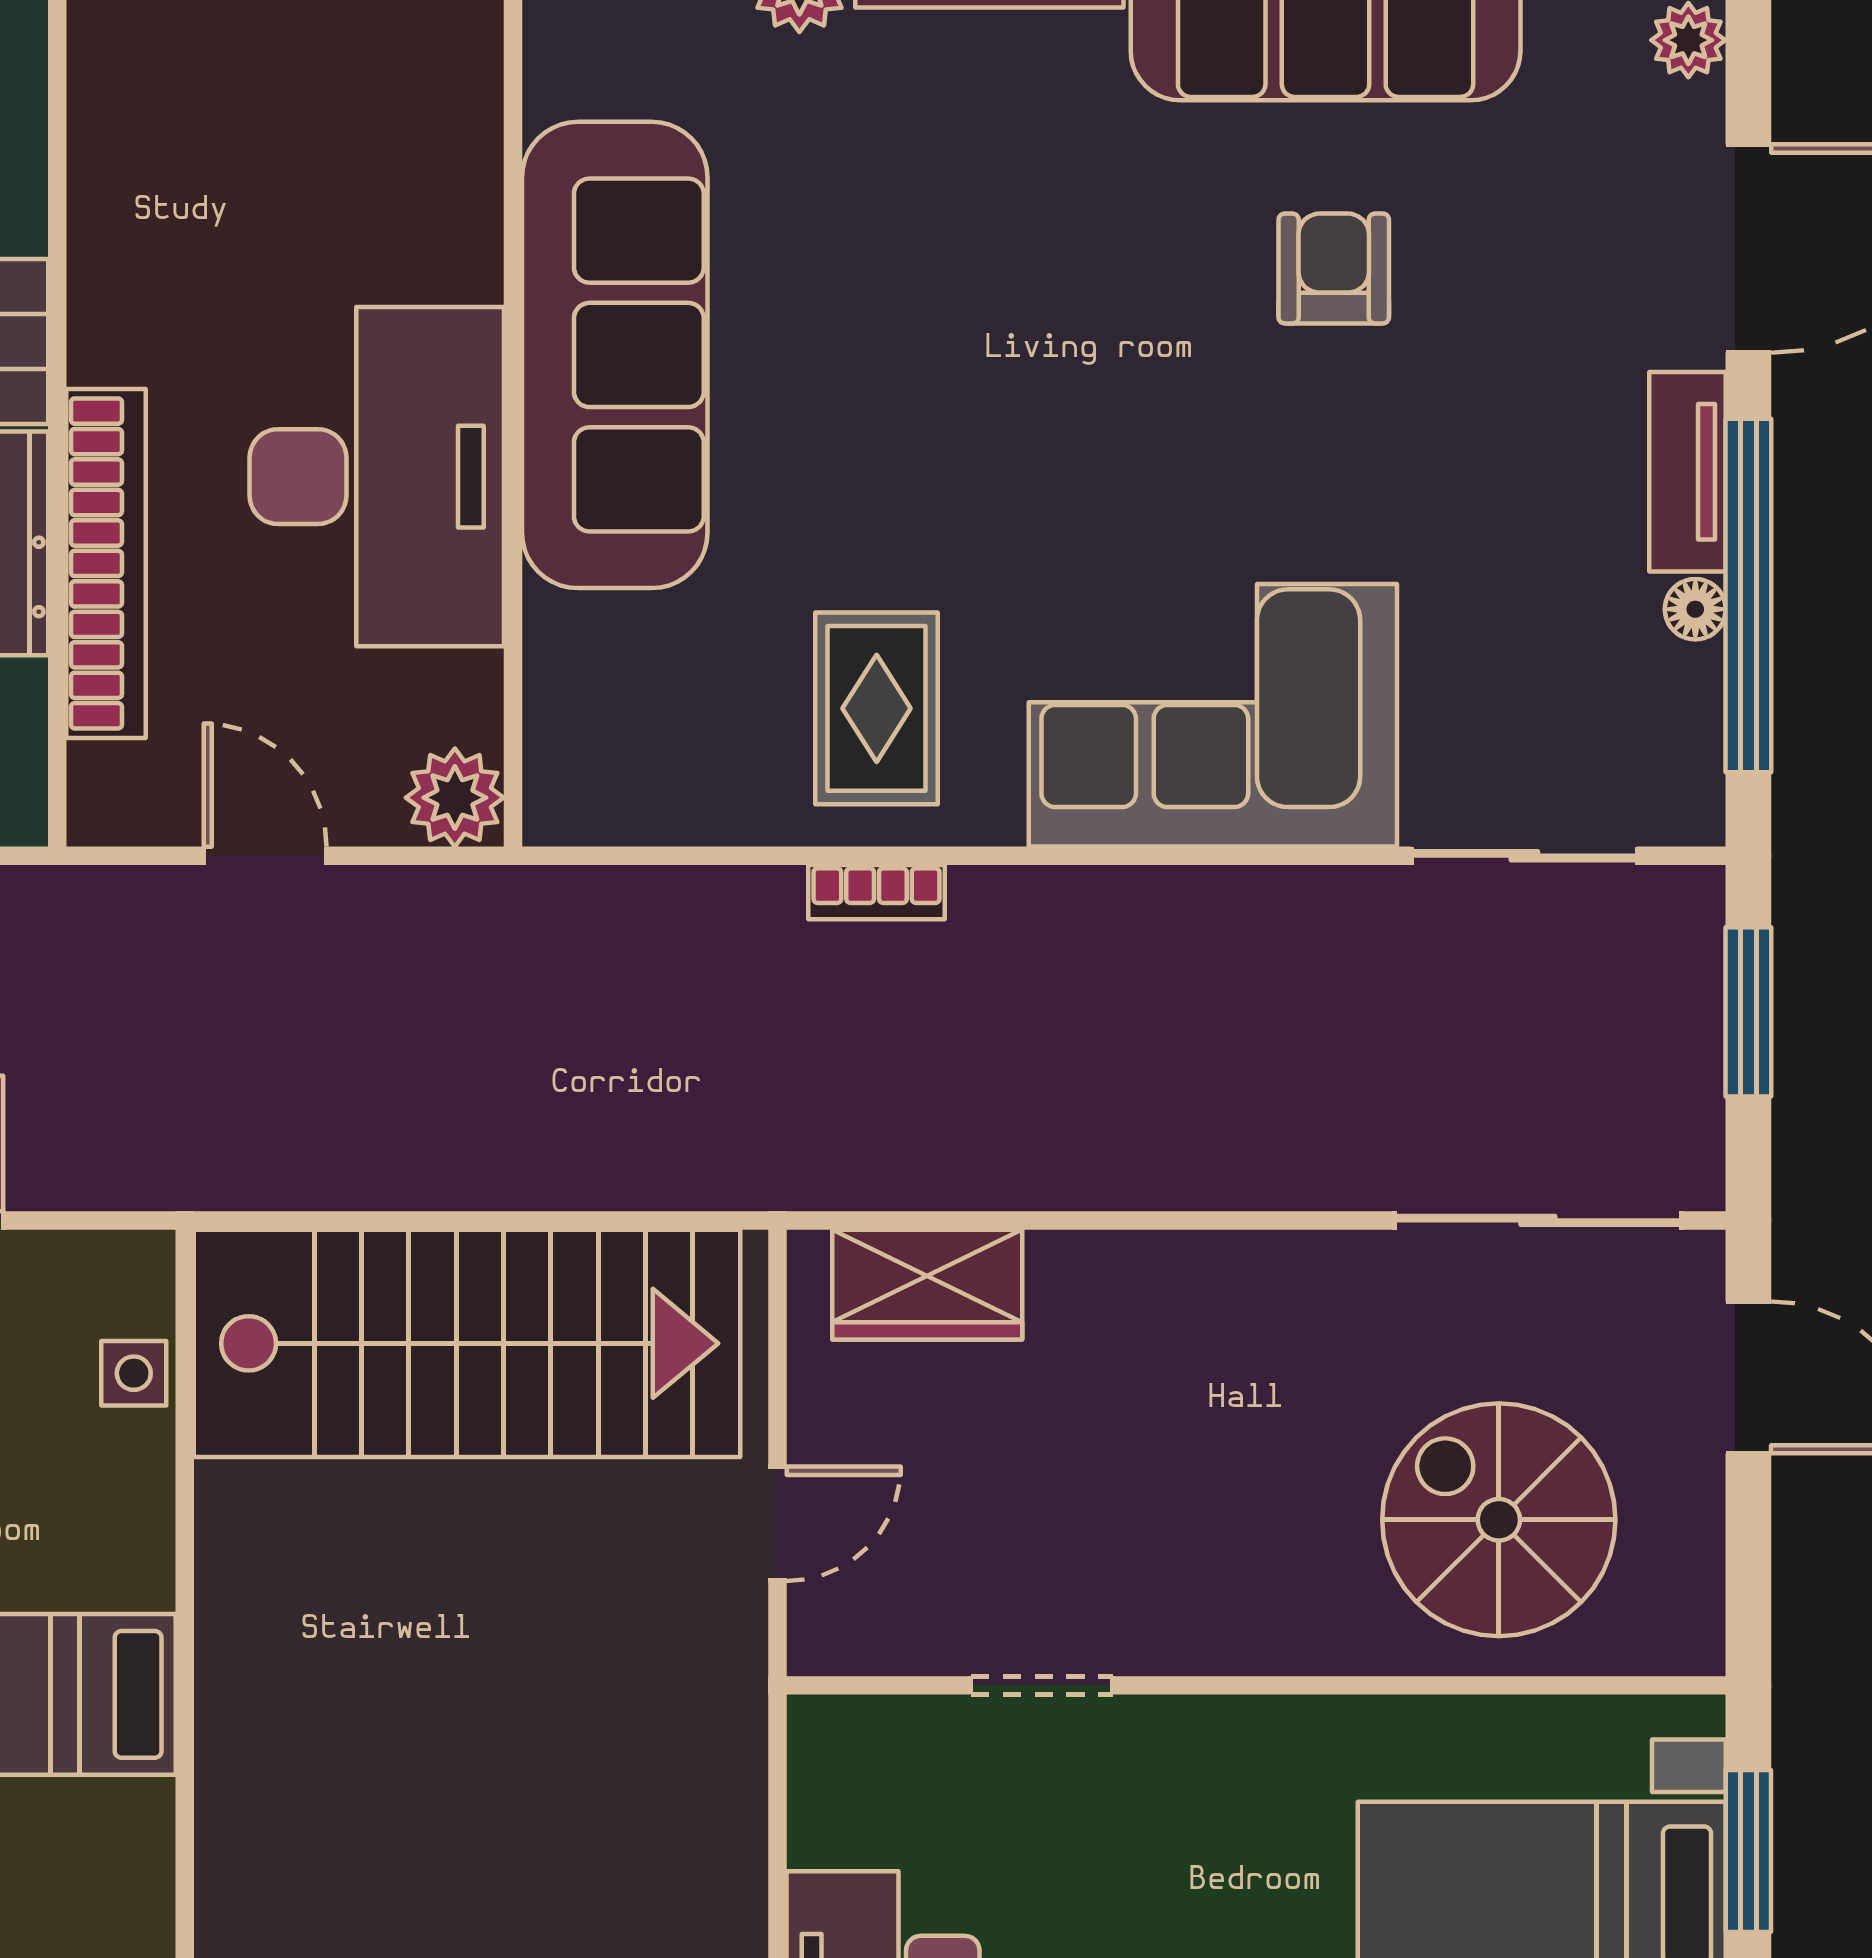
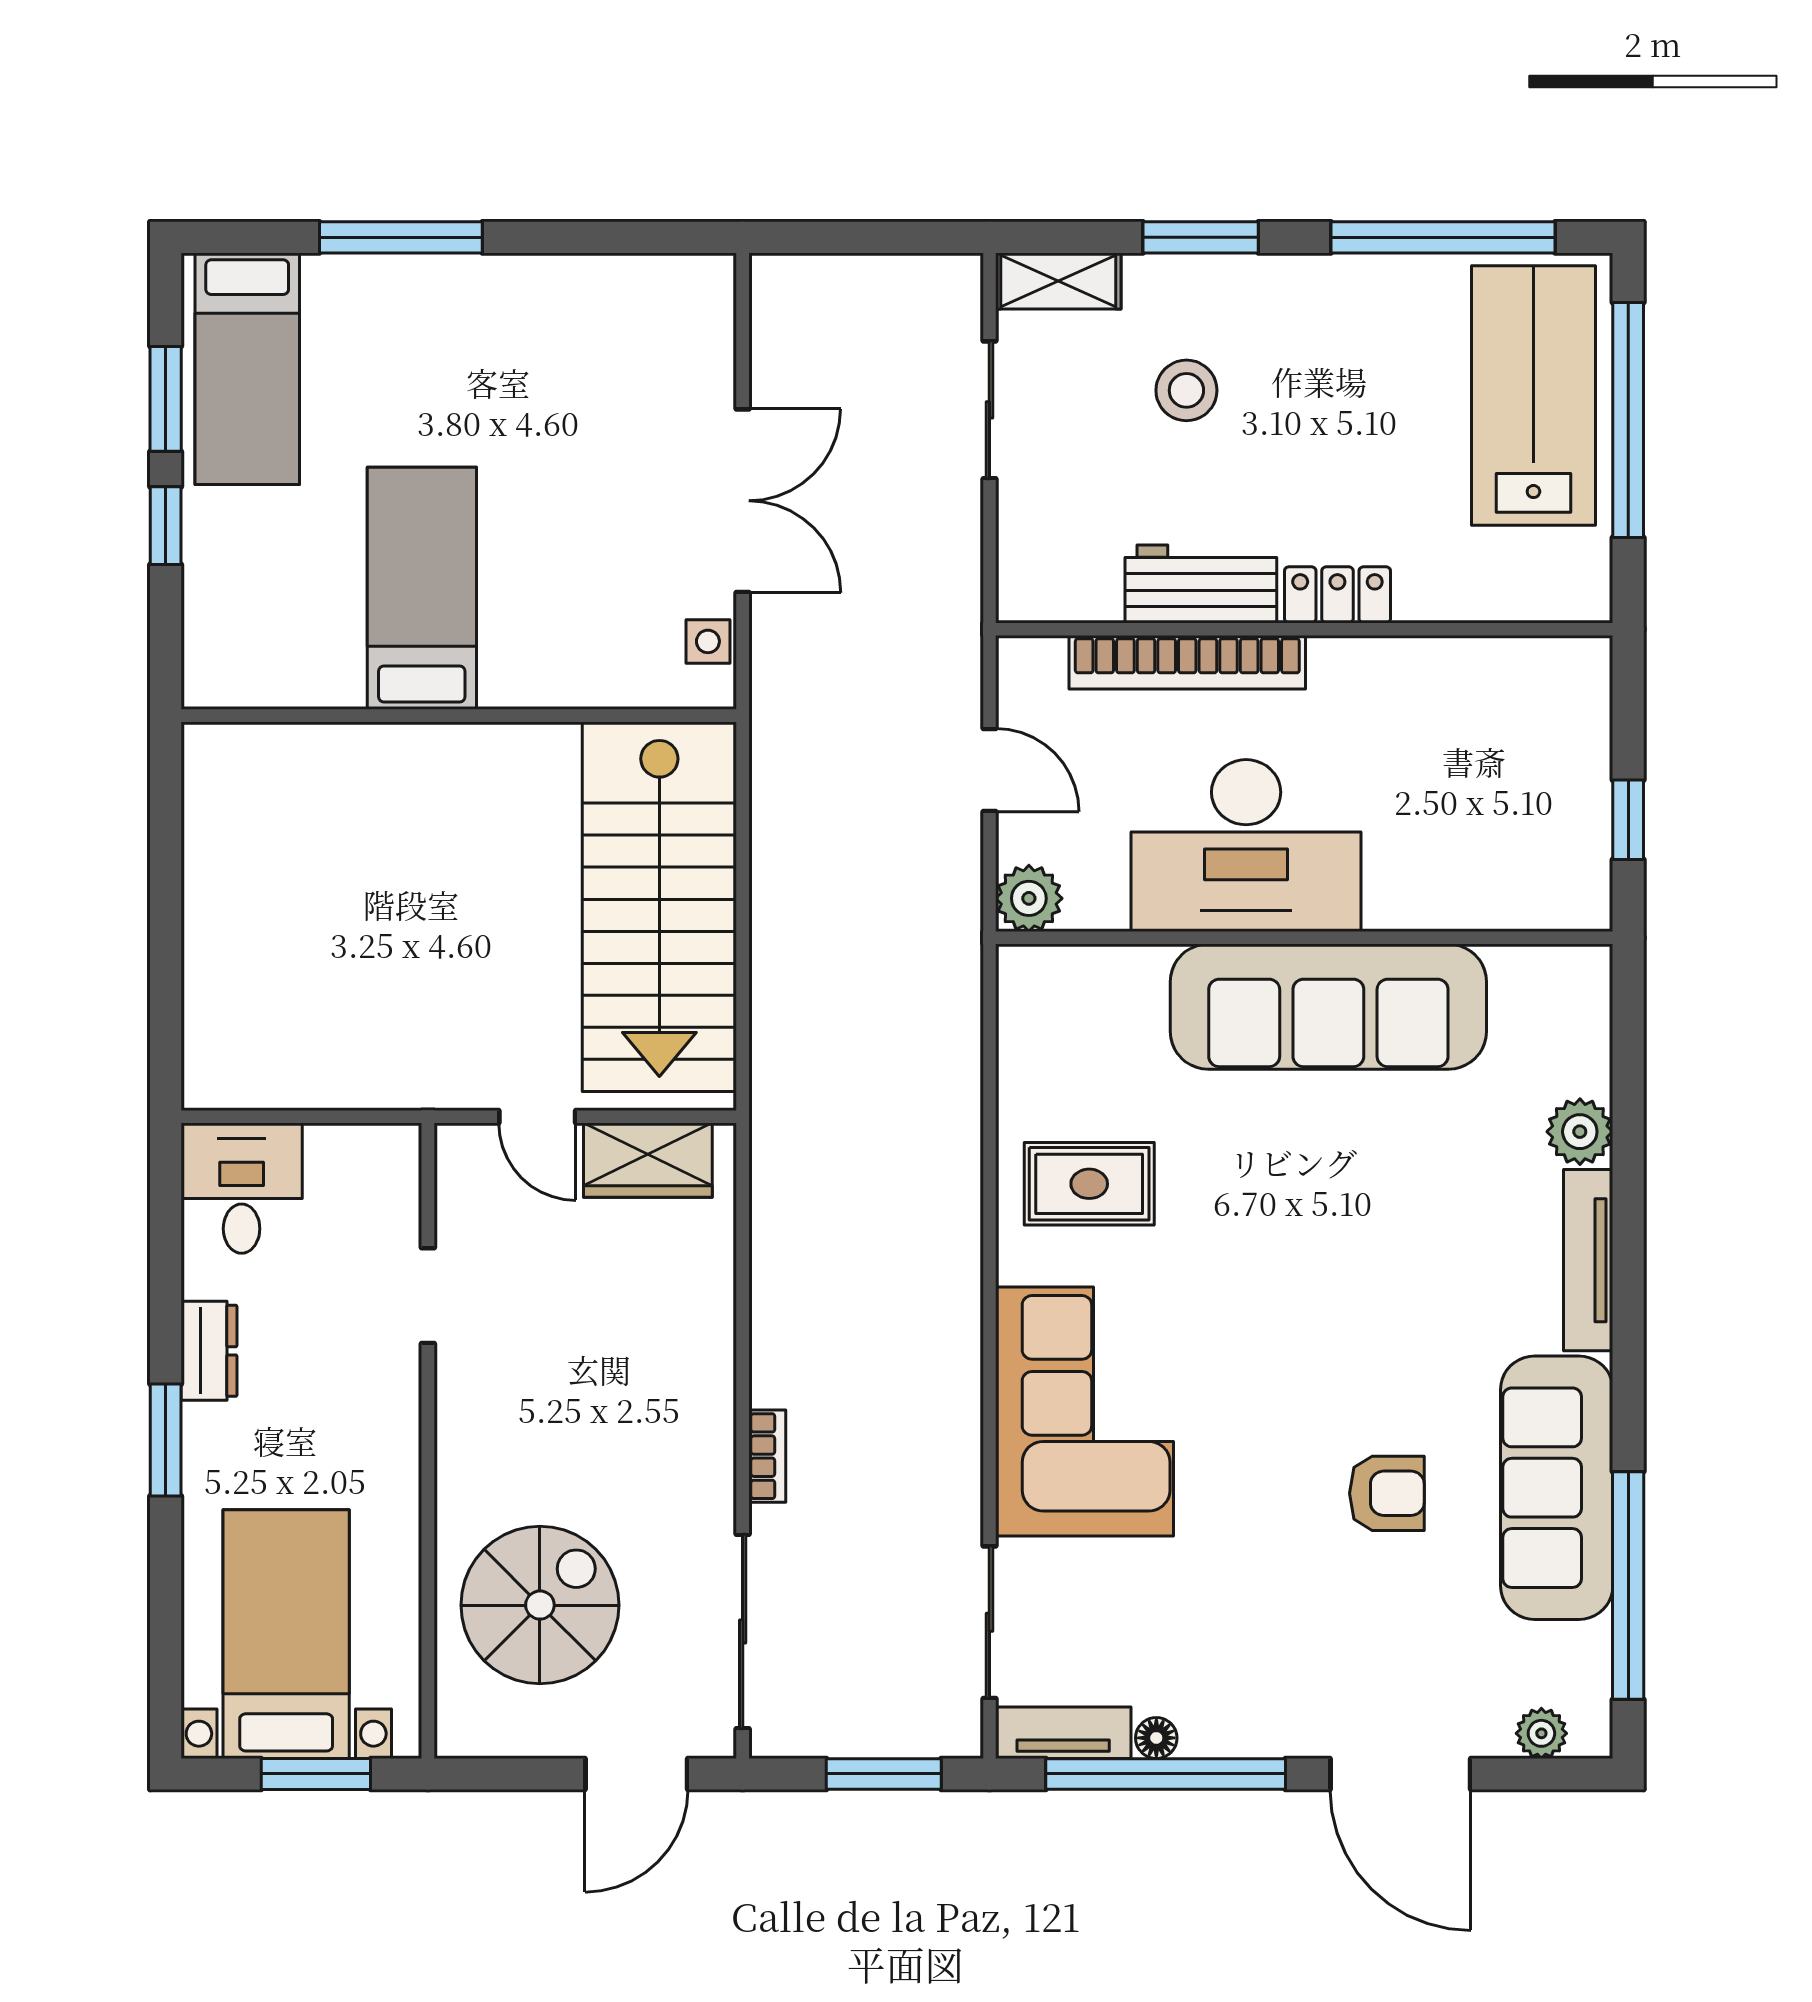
tv unit: (1687, 472) -> (1063, 1733), moved
door: (265, 856) -> (989, 770), hinge flipped
bookcase: (877, 892) -> (767, 1456), moved, turned 180
wardrobe: (927, 1285) -> (648, 1160), moved, turned -90
side table: (134, 1373) -> (708, 641), moved

